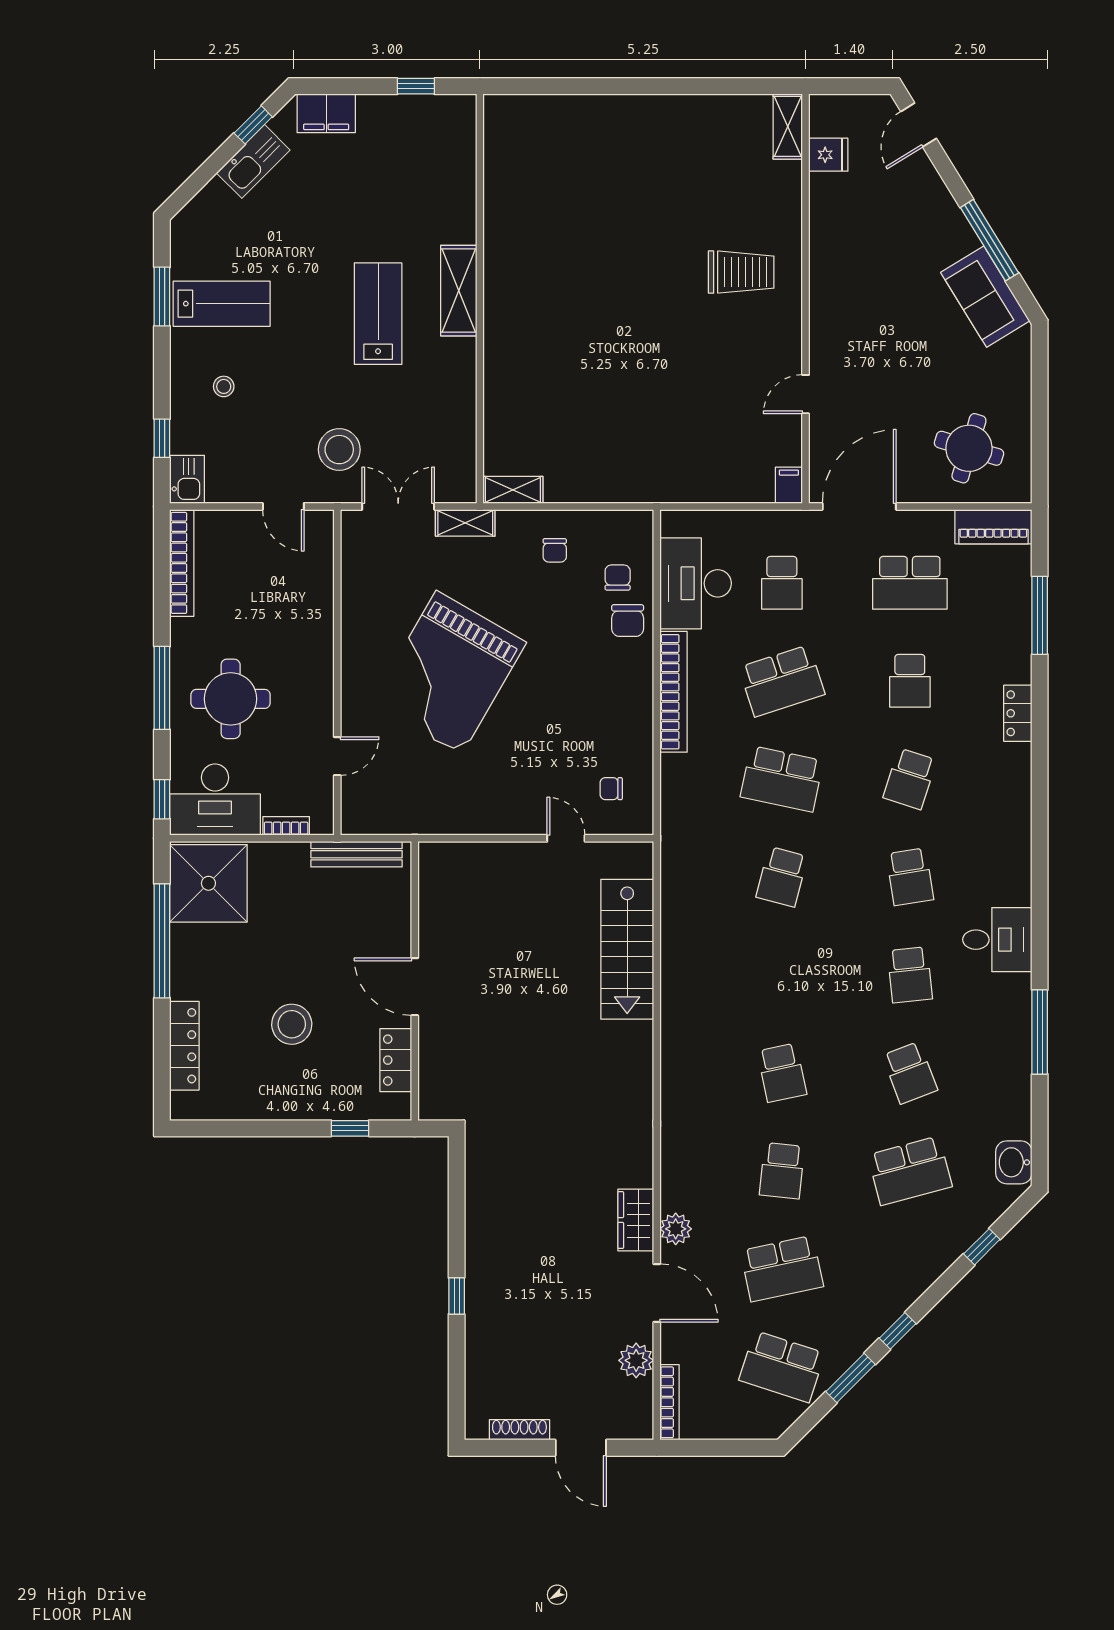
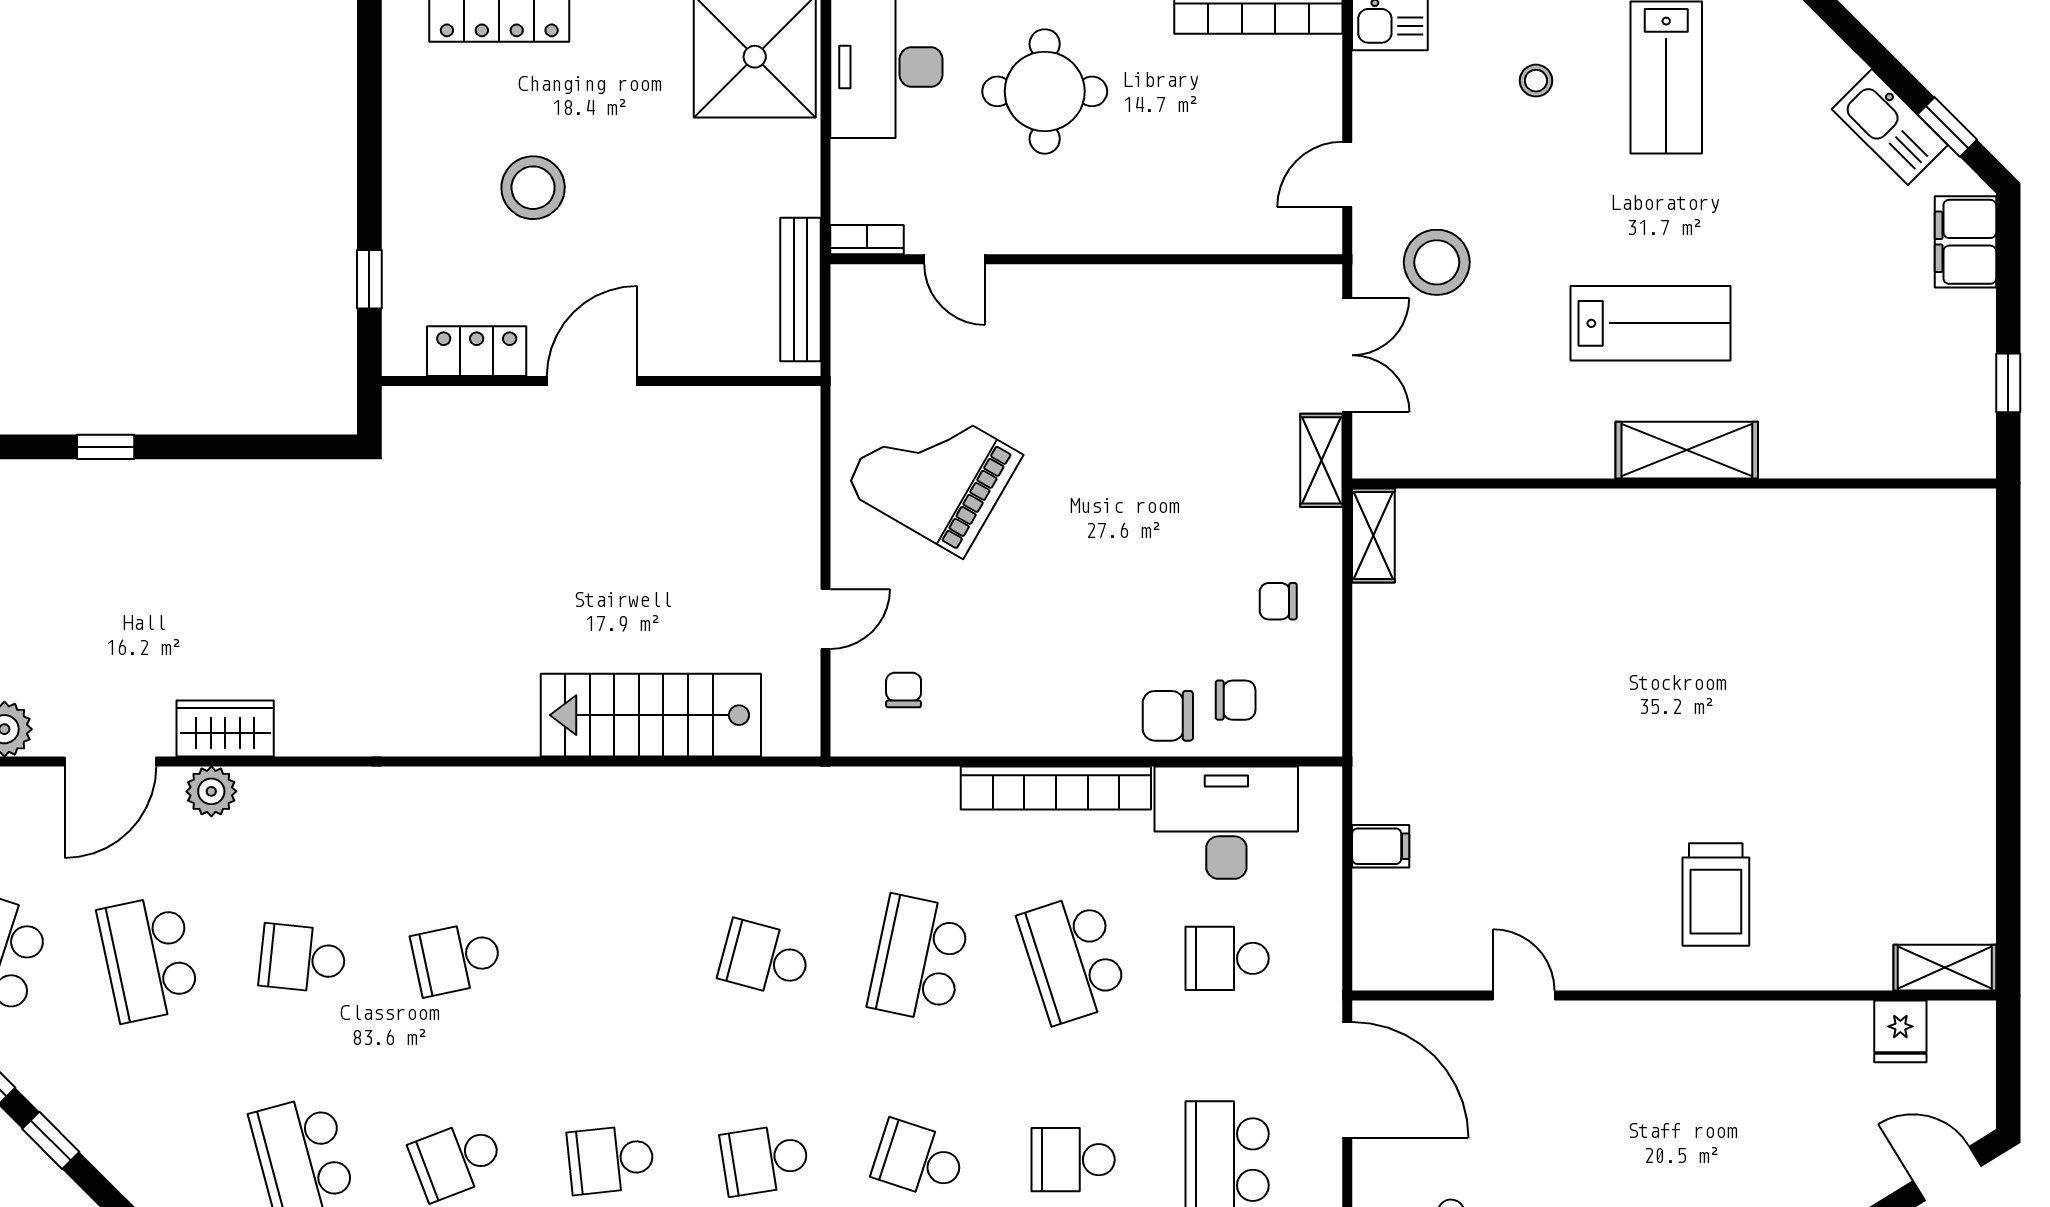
filing cabinet: (789, 485) -> (1381, 846), moved
grand piano: (449, 673) -> (933, 472), moved, width x0.73, depth x0.68
bookcase: (286, 826) -> (867, 240), moved, turned -90

